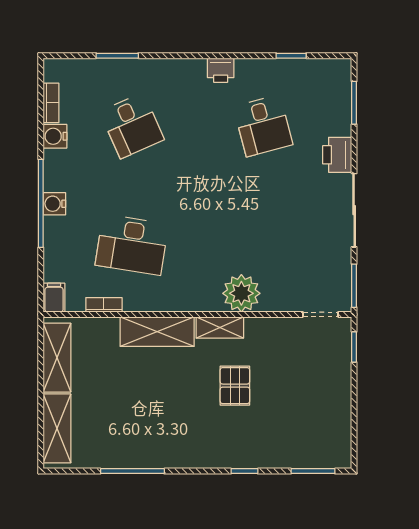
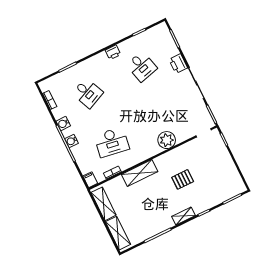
water cooler: (55, 136) -> (63, 124), moved
shelving: (220, 328) -> (183, 216), moved
pallet: (235, 386) -> (183, 179), turned 90

